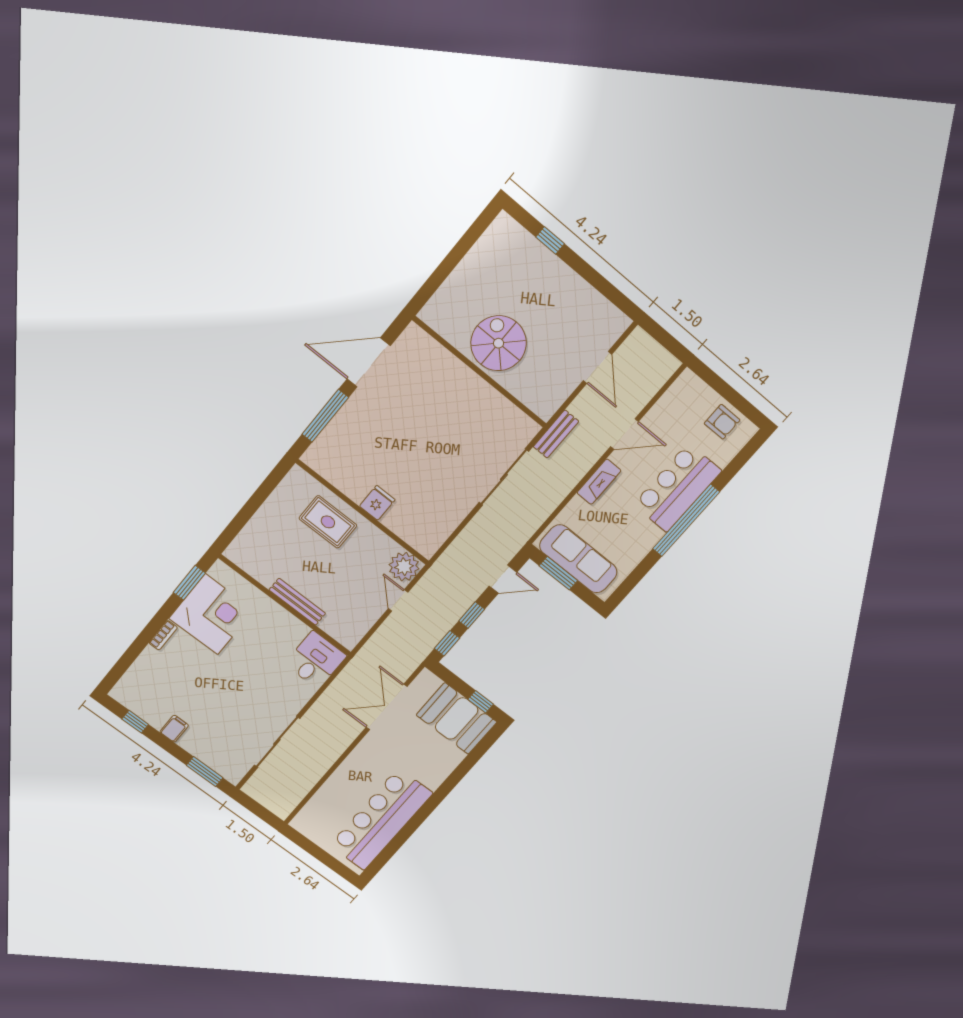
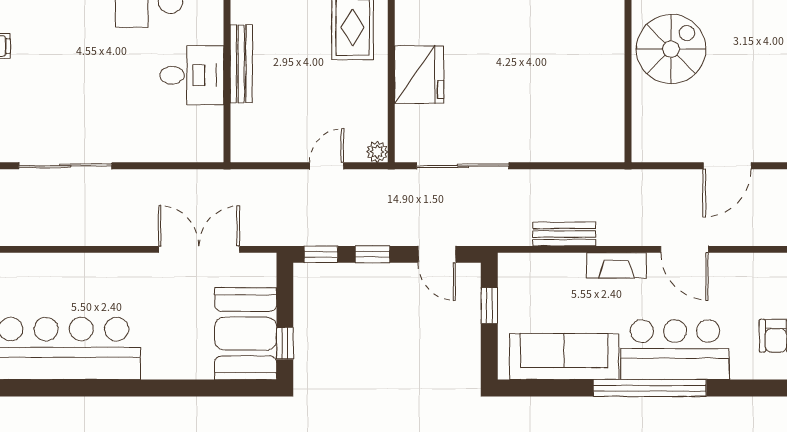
bench: (556, 434) -> (564, 234), moved
sliding door: (504, 477) -> (463, 166), moved
fridge: (377, 503) -> (419, 75), width x1.88, depth x1.34
sofa: (578, 559) -> (564, 357), moved, turned -90
plant: (404, 567) -> (377, 152), width x0.53, depth x0.53
window: (558, 573) -> (489, 306), width x0.67
desk: (315, 660) -> (192, 75), moved

